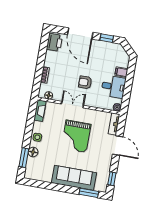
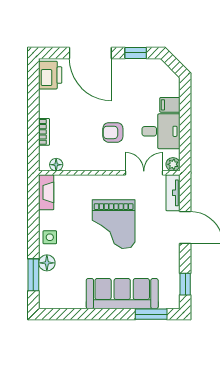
double door: (72, 105) -> (144, 173), moved

